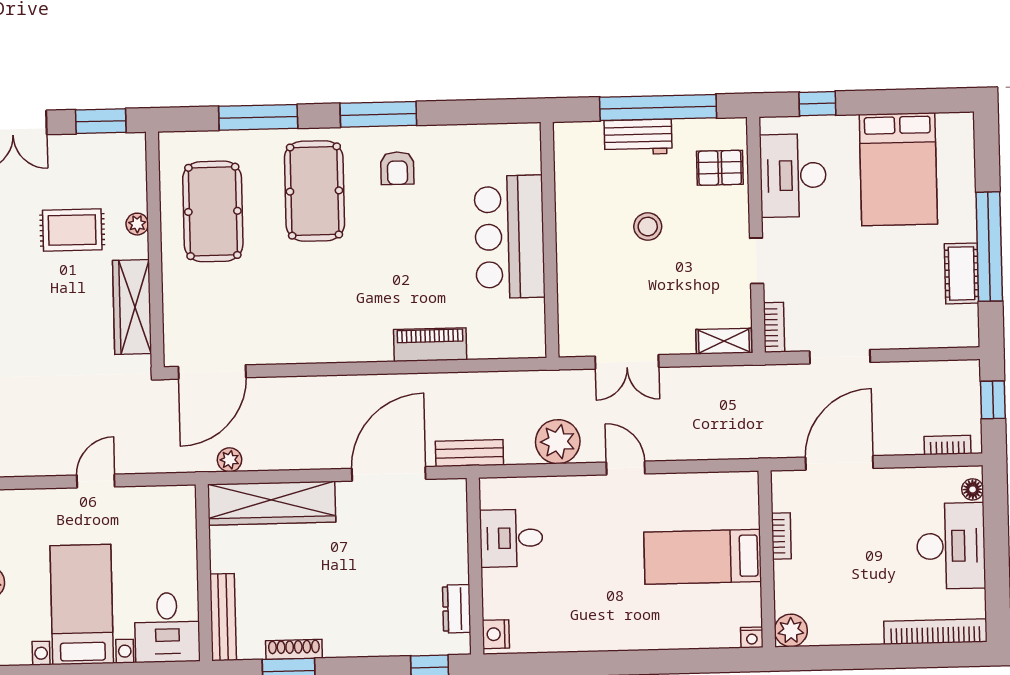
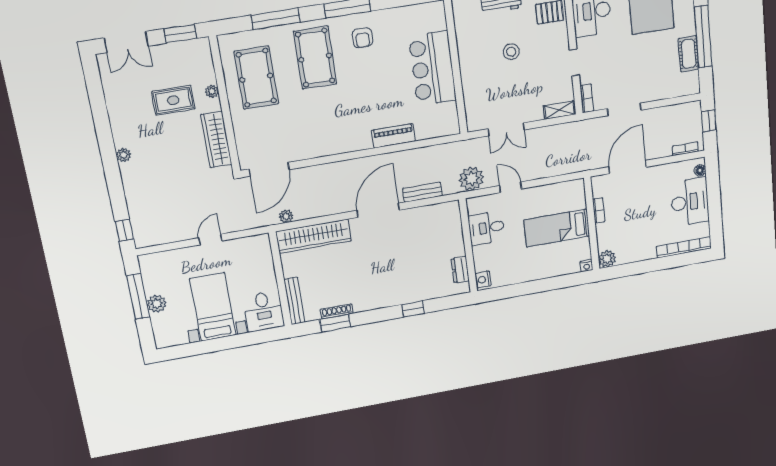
desk: (511, 538) -> (487, 228), moved
wall: (475, 566) -> (468, 246), moved
dresser: (457, 609) -> (460, 270), moved
nightstand: (496, 634) -> (483, 280), moved

